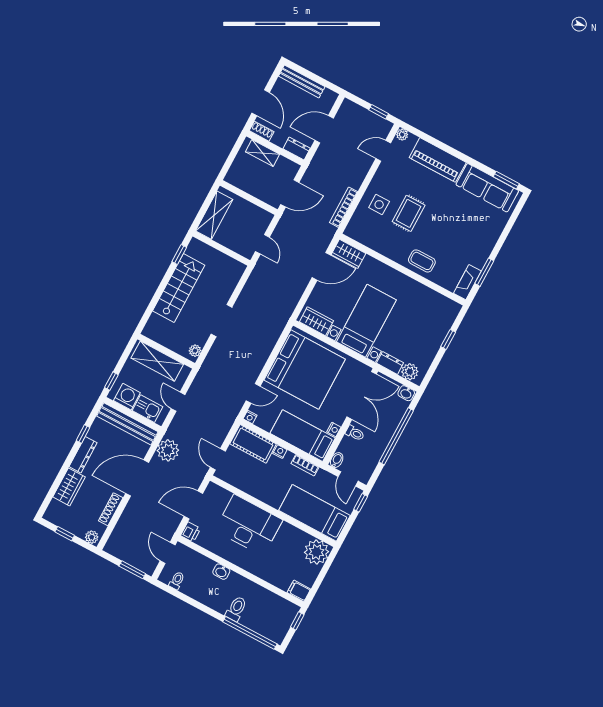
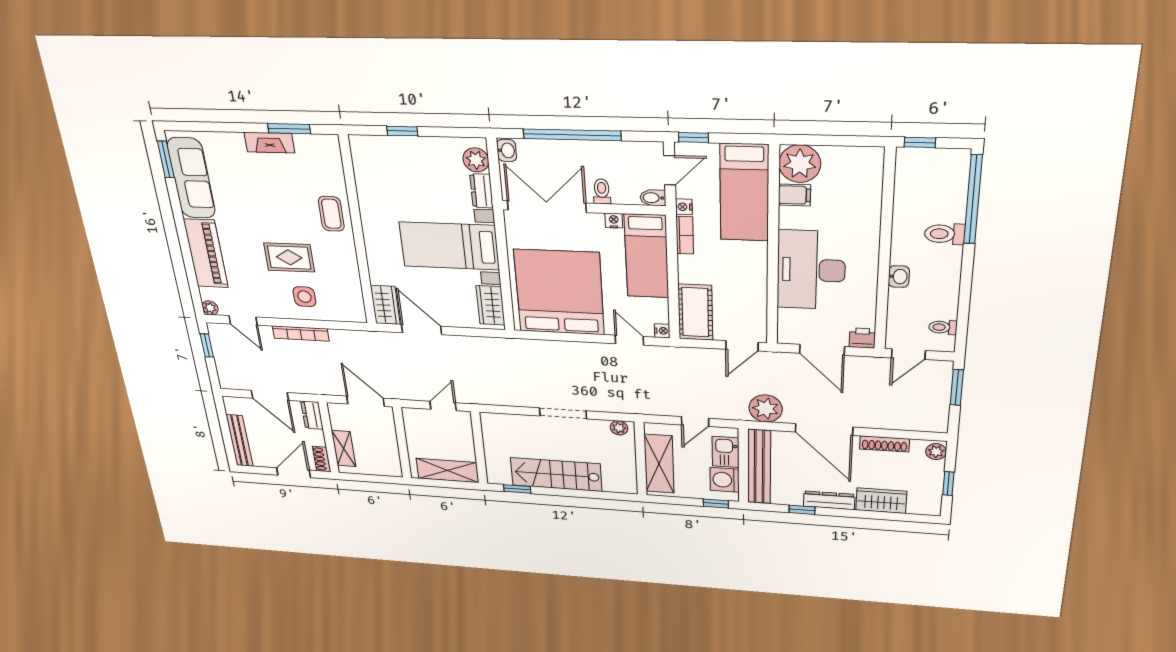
bookcase: (344, 207) -> (301, 334), moved
fireplace: (467, 282) -> (269, 143), moved
nightstand: (280, 452) -> (684, 207), moved
filing cabinet: (299, 591) -> (794, 195), moved, turned -90

